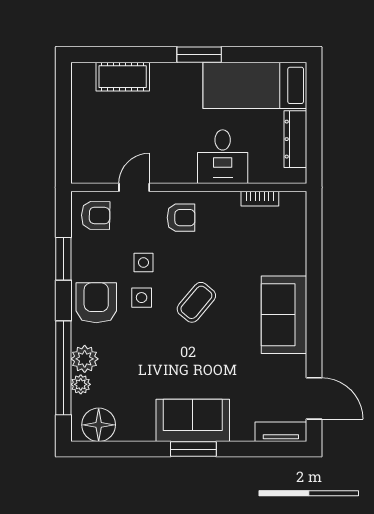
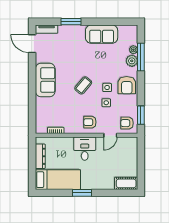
cot: (123, 77) -> (126, 183), moved
desk: (223, 157) -> (85, 149), moved
window: (63, 259) -> (141, 115), moved
window: (63, 368) -> (141, 57), width x0.68
sofa: (193, 420) -> (102, 34), moved
floor lamp: (99, 425) -> (126, 32), removed
window: (193, 449) -> (71, 22), moved

